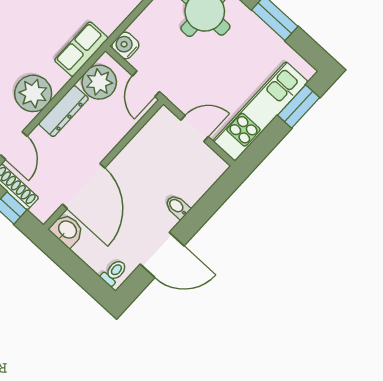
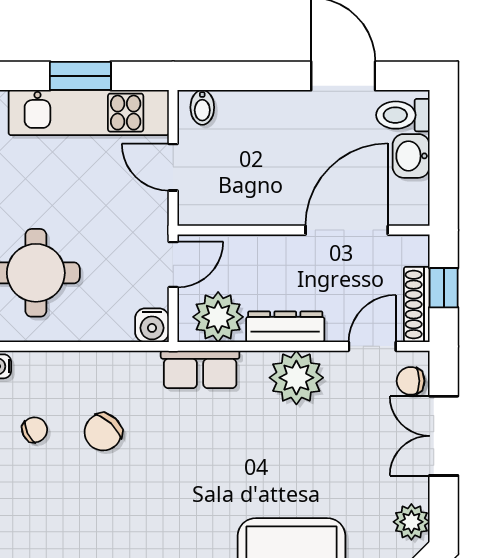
window: (299, 106) -> (80, 76), moved
bidet: (177, 207) -> (202, 107), moved
washbasin: (67, 230) -> (411, 156), moved
toilet: (114, 272) -> (403, 115), width x1.37, depth x1.39

